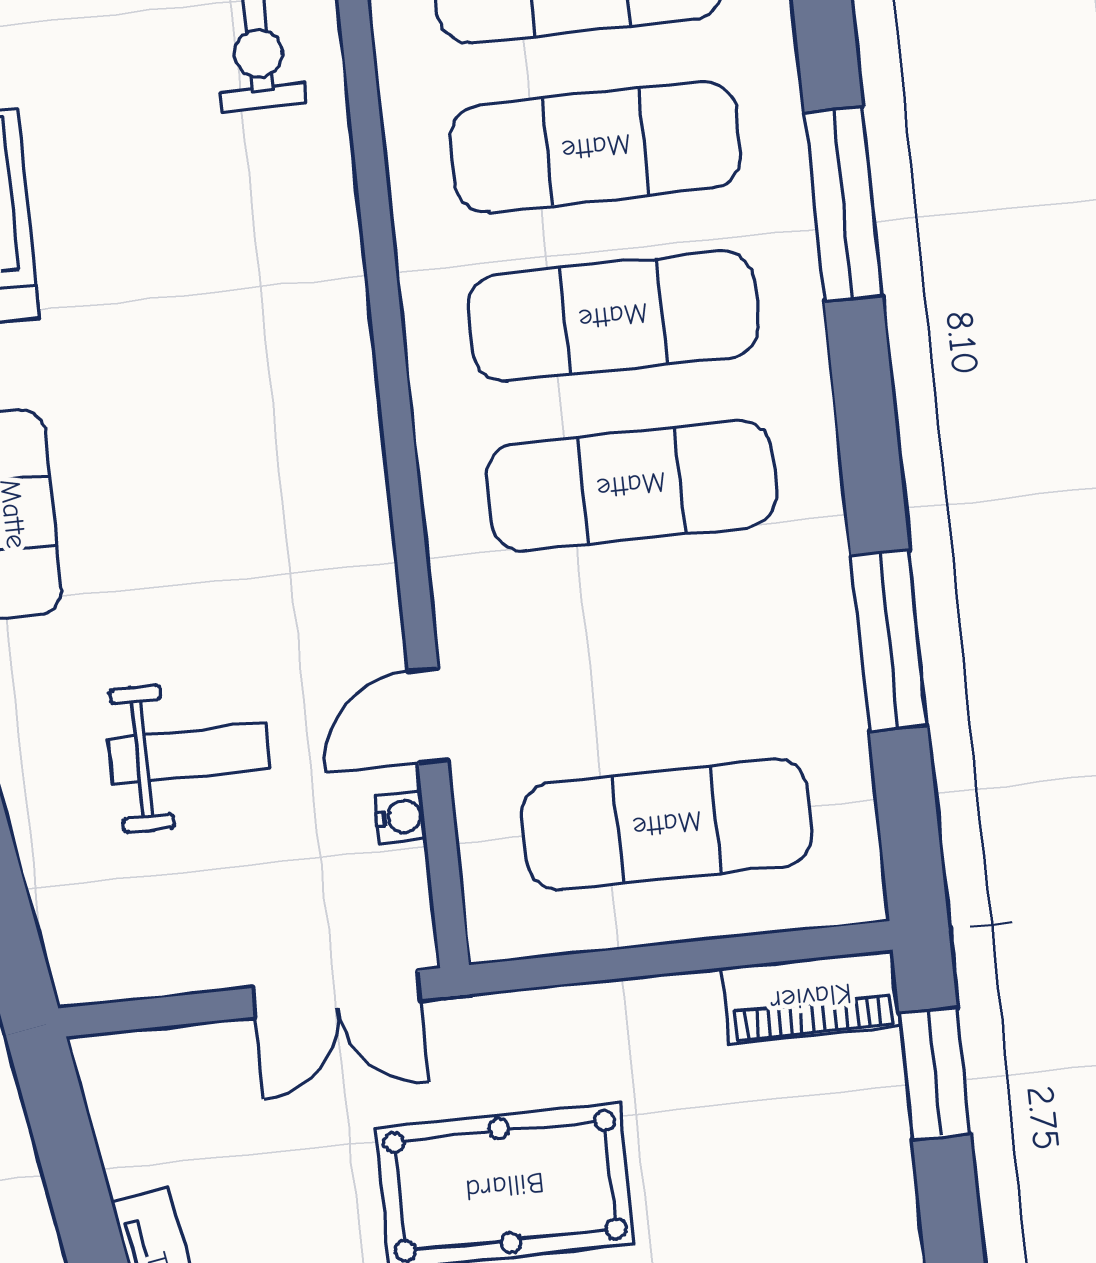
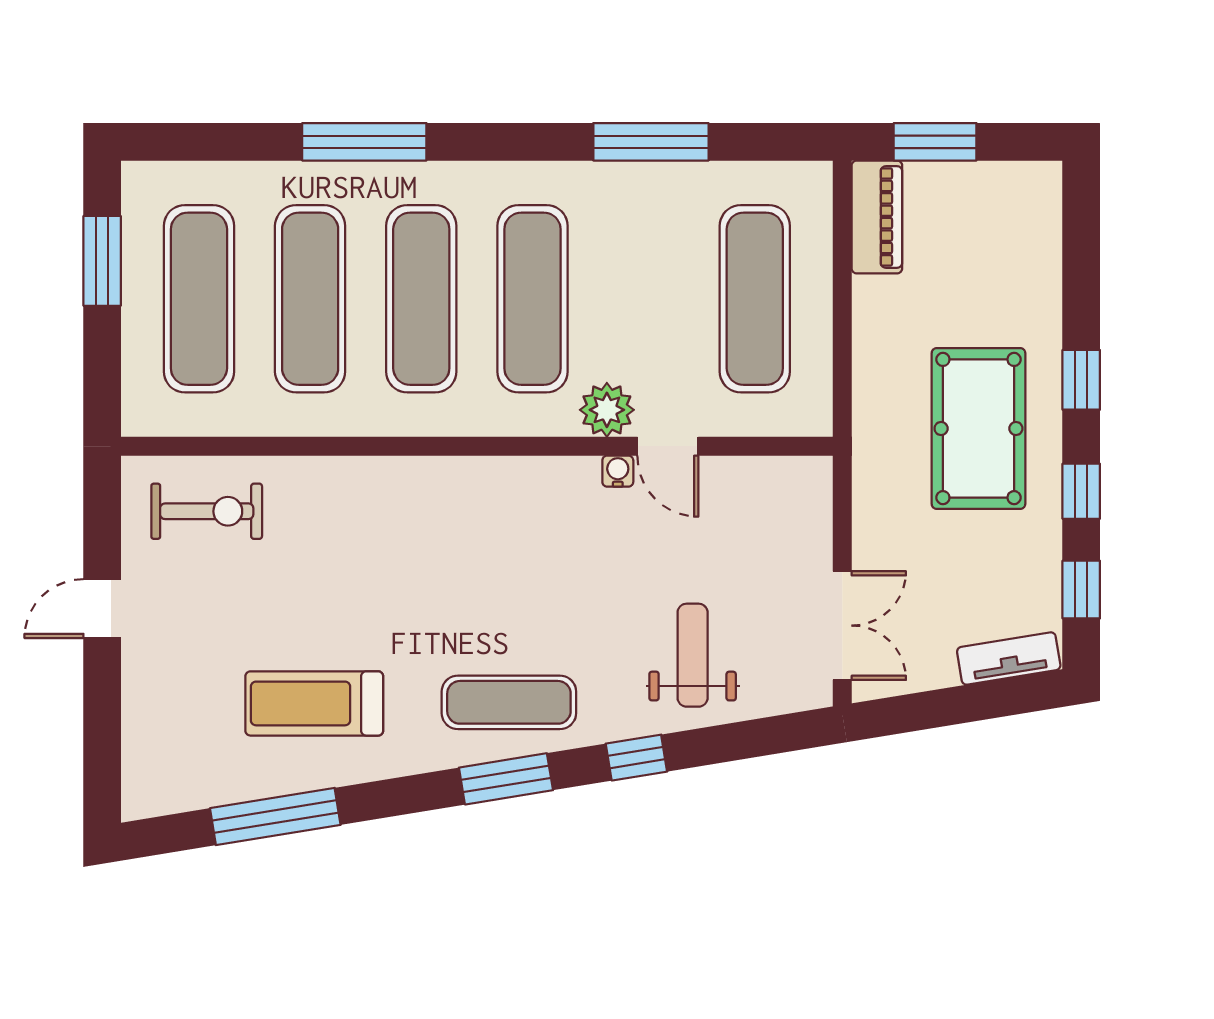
plant: (474, 617) -> (607, 410), added
weight bench: (189, 754) -> (693, 655), moved
water cooler: (400, 817) -> (618, 471), moved
double door: (336, 994) -> (842, 626), moved

